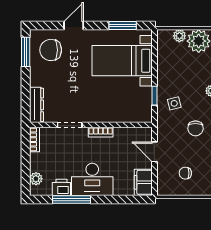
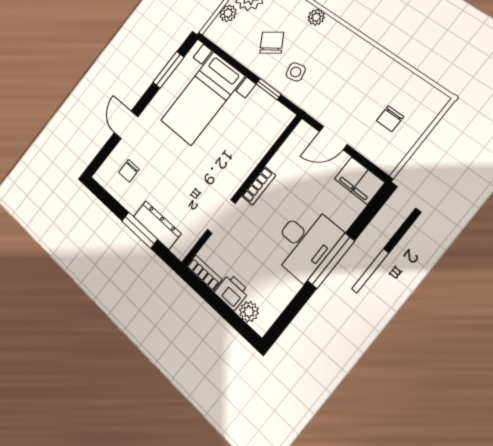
chair: (51, 50) -> (129, 171), width x0.54, depth x0.54
window: (26, 52) -> (140, 230), moved
dresser: (36, 105) -> (157, 225), moved
chair: (195, 128) -> (272, 43), moved, turned -123
printer: (61, 187) -> (232, 292), moved, turned 90
window: (71, 199) -> (331, 261), moved

